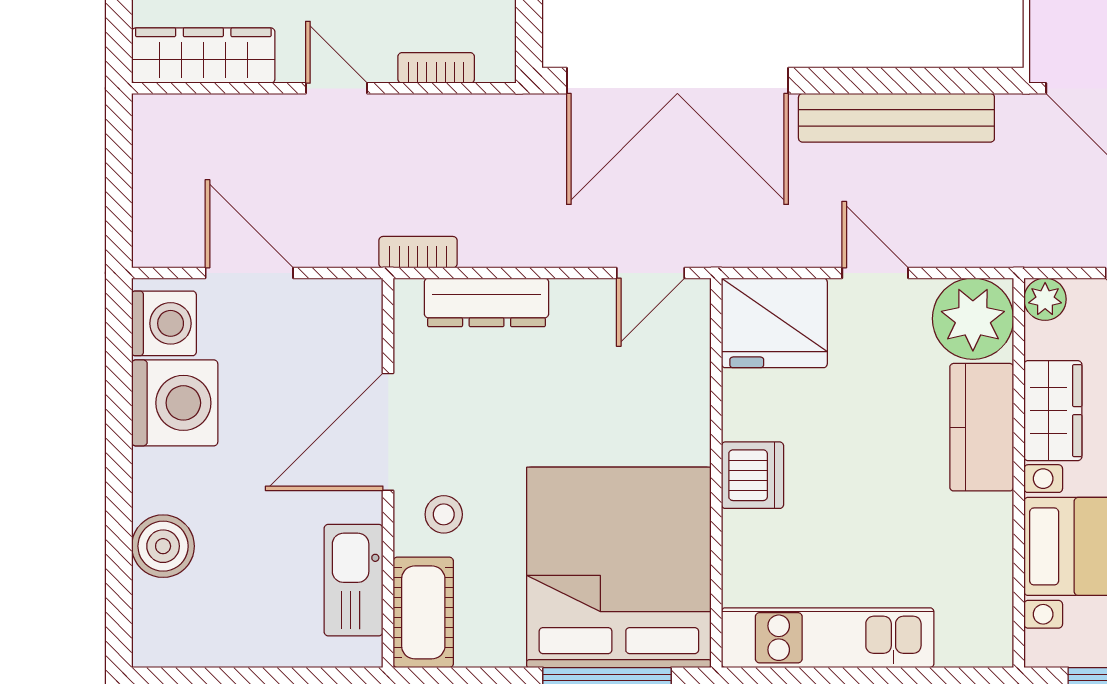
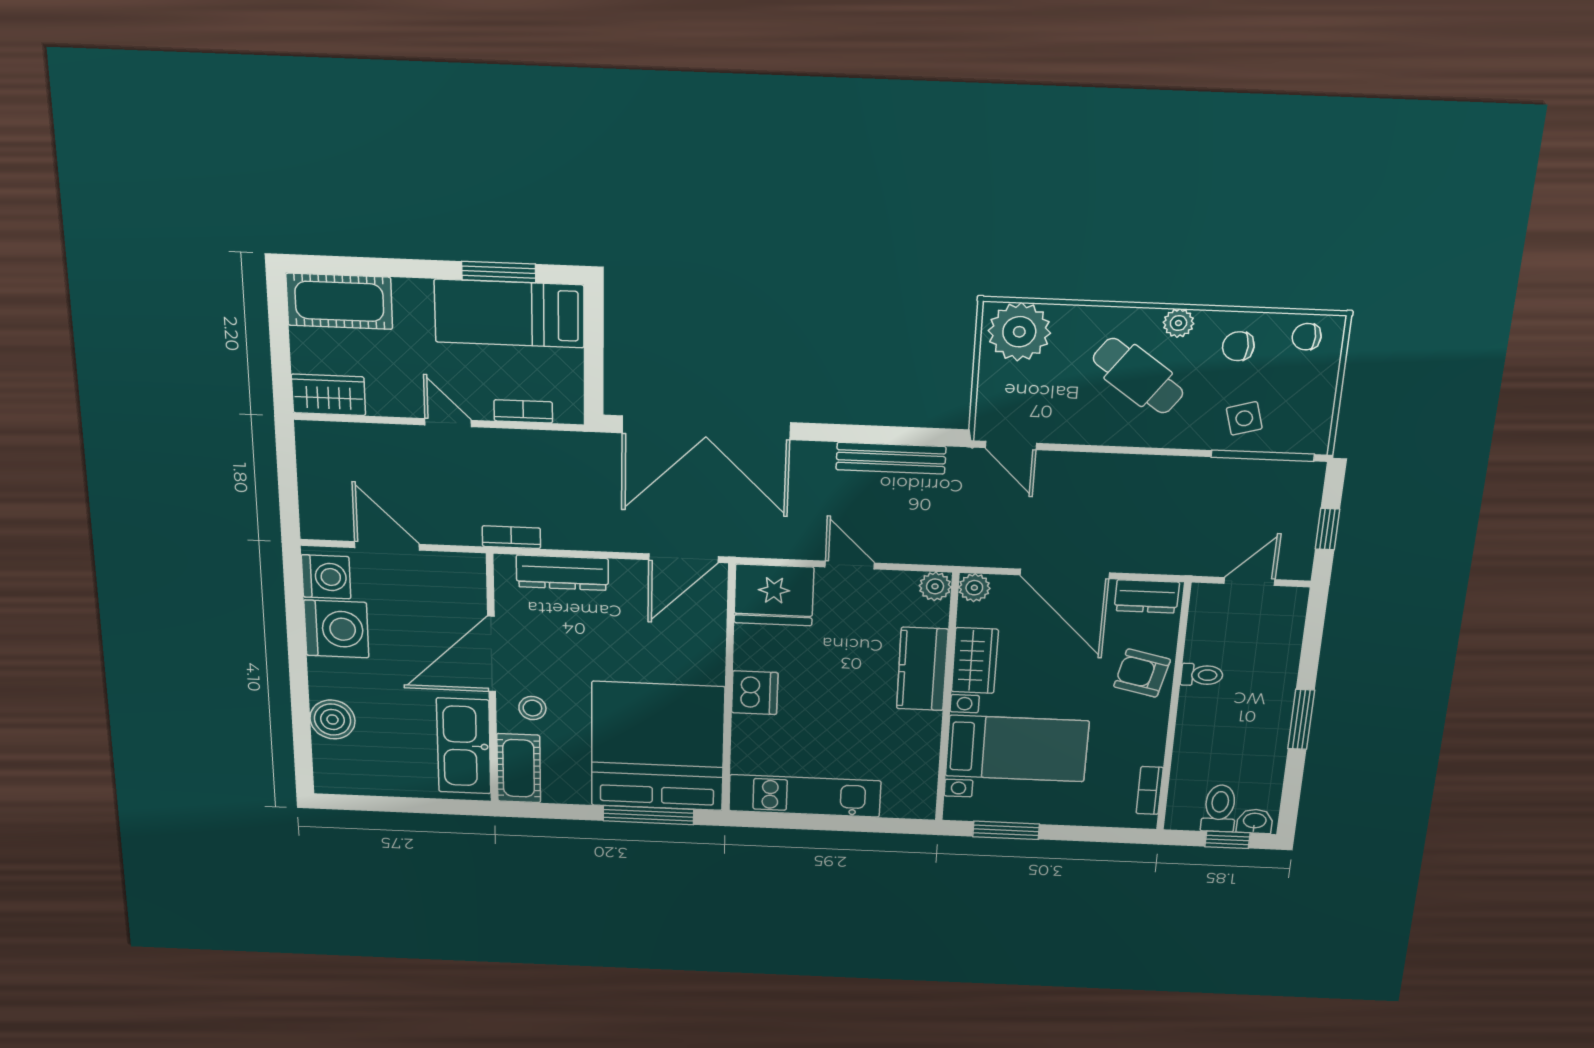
wardrobe: (203, 56) -> (328, 395), width x0.67
bench: (896, 118) -> (891, 458), width x0.73, depth x0.82
door: (651, 273) -> (683, 558), width x1.38
plant: (973, 319) -> (935, 586), width x0.53, depth x0.53
kitchen sink: (354, 580) -> (464, 746), width x1.36, depth x1.24

